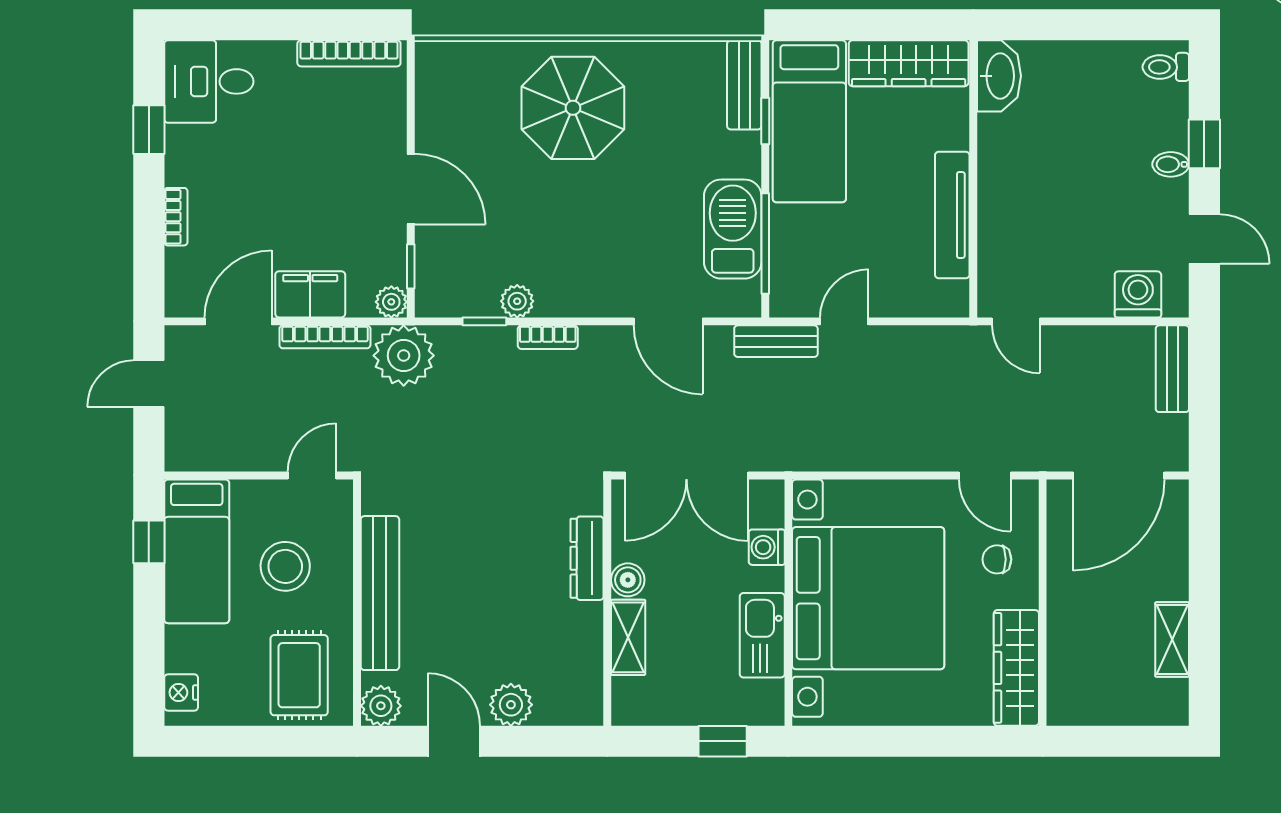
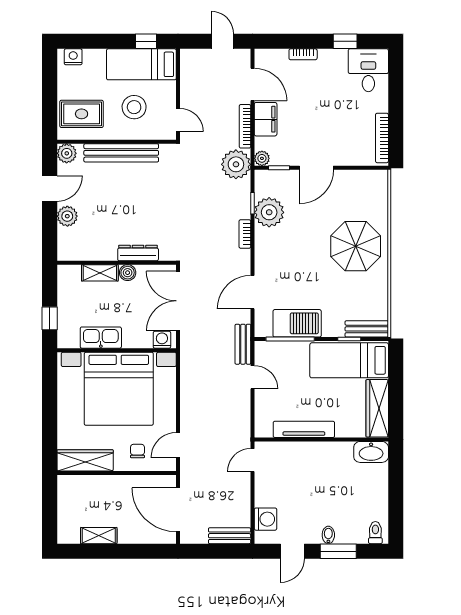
window: (1204, 144) -> (338, 551), width x1.50
plant: (517, 301) -> (269, 212), width x1.87, depth x1.87
washing machine: (767, 547) -> (162, 340), moved

